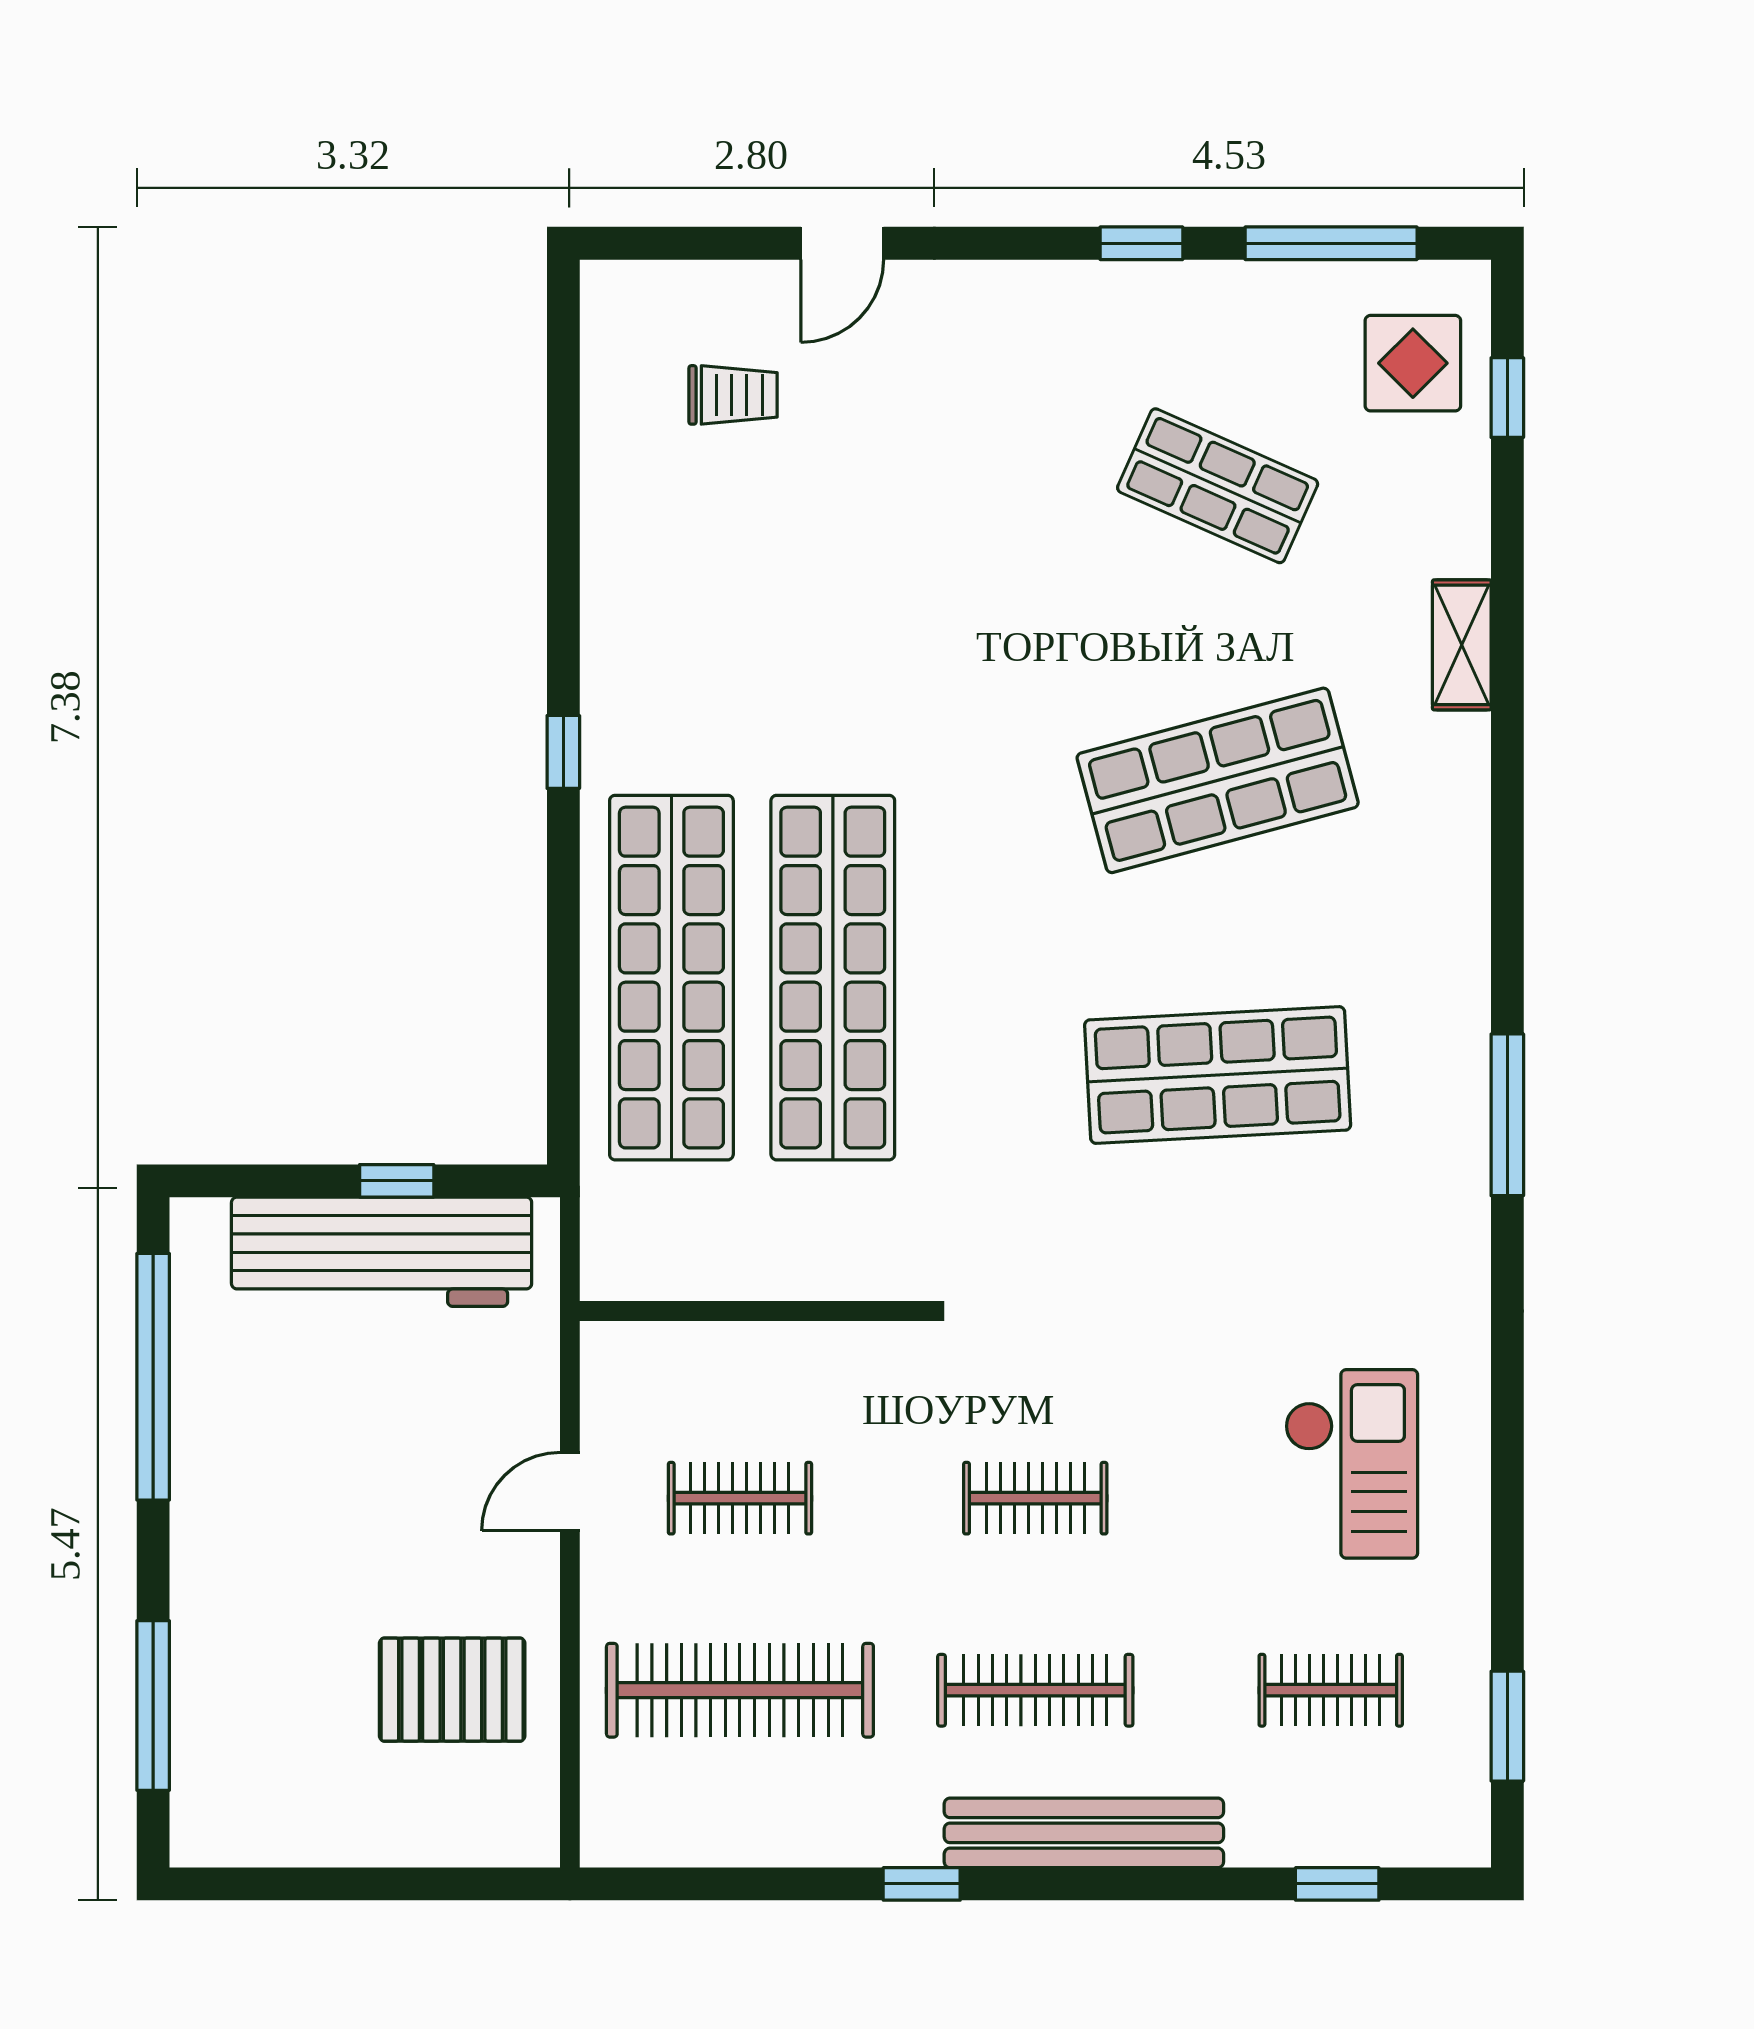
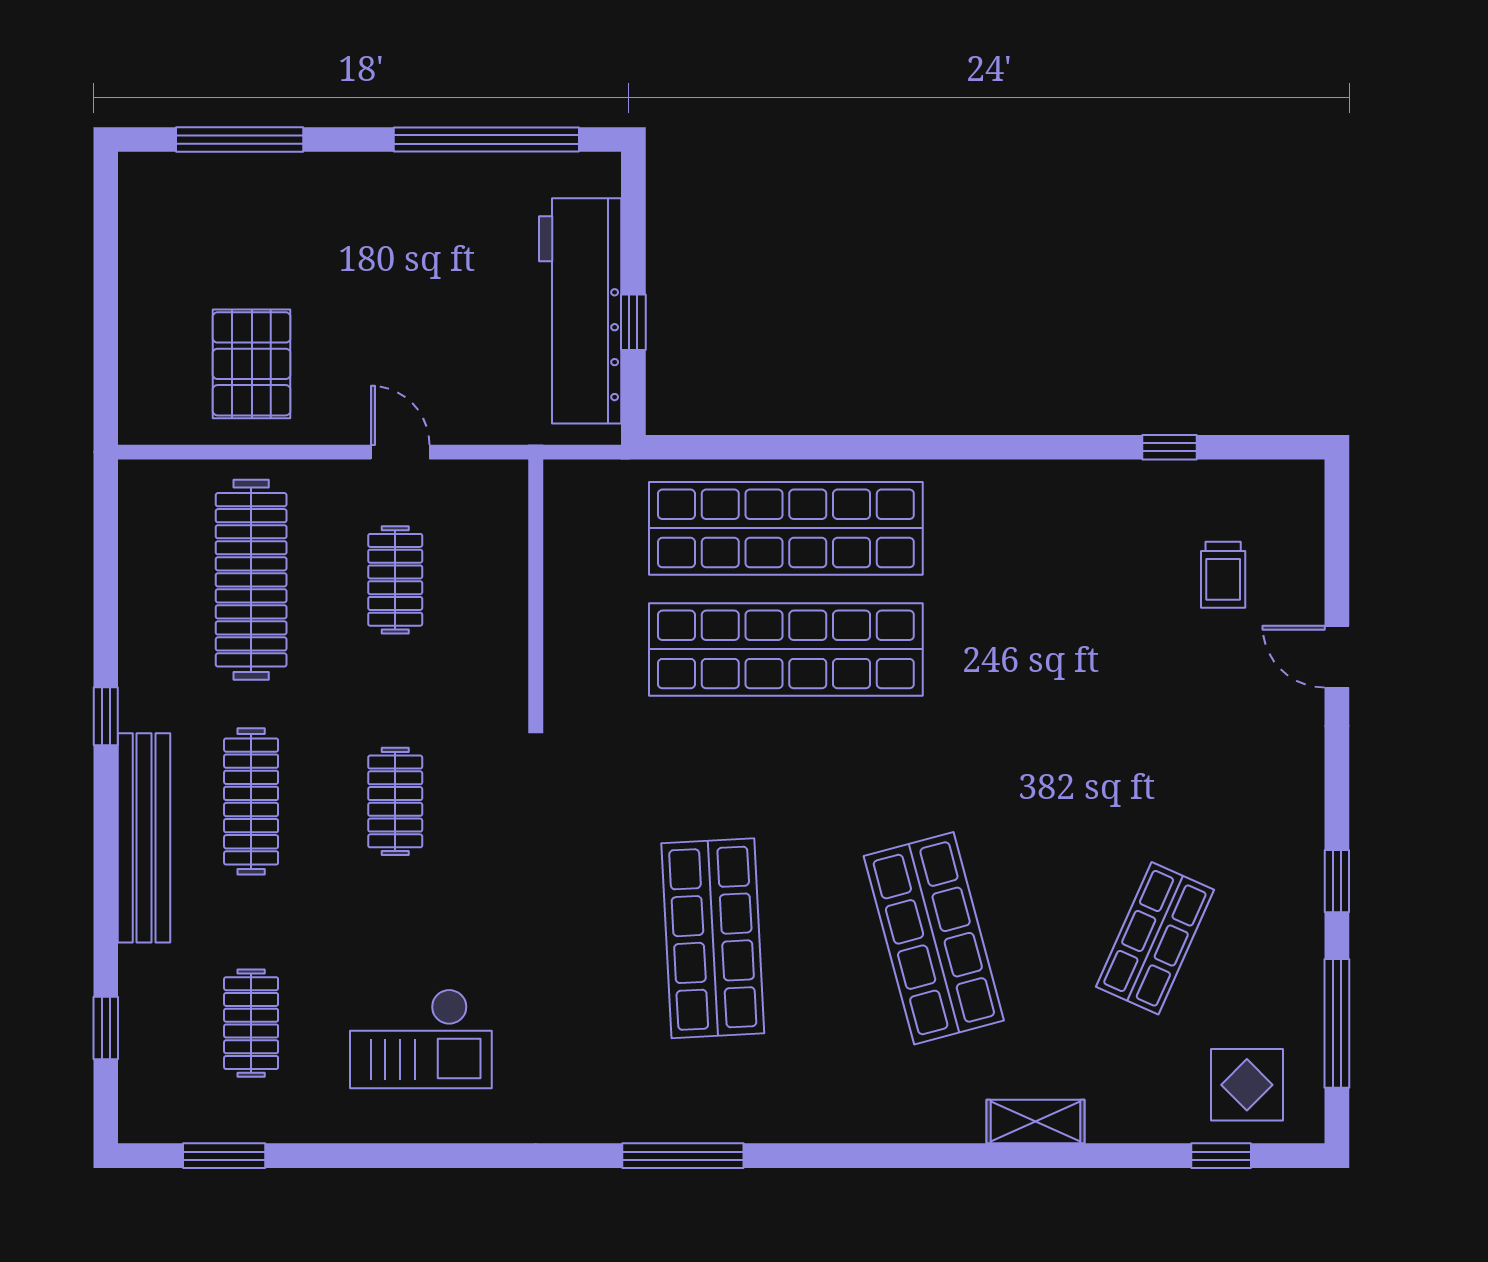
window: (563, 752) -> (1169, 447), moved

